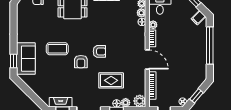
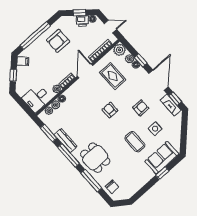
armchair: (190, 59) -> (58, 41), added
window: (14, 61) -> (162, 173), moved
armchair: (81, 62) -> (141, 108), moved
side table: (53, 74) -> (155, 129), added
rug: (111, 80) -> (113, 76), moved
printer: (188, 92) -> (82, 21), added

